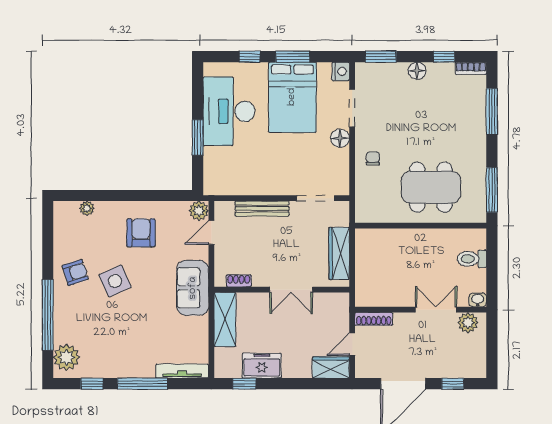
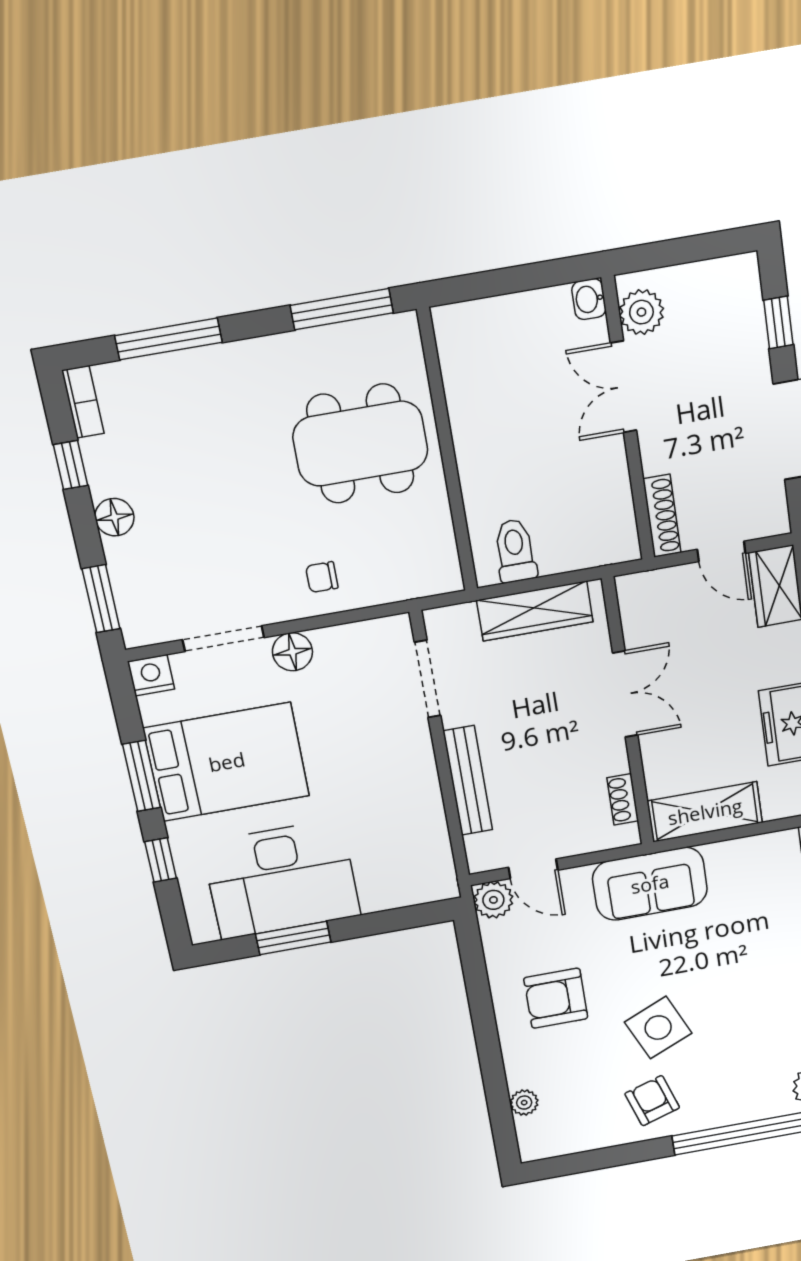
window: (198, 138) -> (293, 938), moved
dining table: (431, 187) -> (360, 444), turned 90
toilet: (472, 259) -> (515, 551), moved, turned 180

